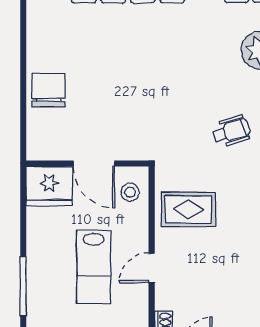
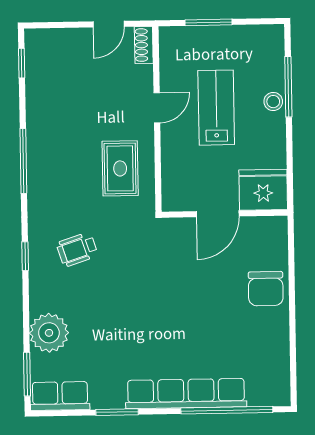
door: (94, 163) -> (218, 214), swing flipped
stool: (130, 192) -> (273, 102), moved
rug: (188, 209) -> (120, 168), turned 90

